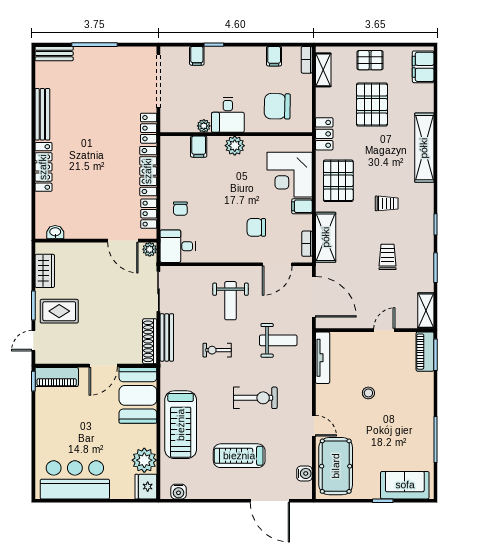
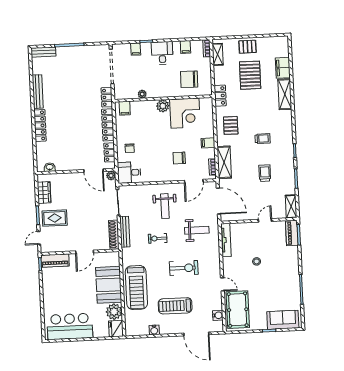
filing cabinet: (423, 67) -> (283, 68), moved
desk: (228, 115) -> (162, 53), moved, turned 180
filing cabinet: (199, 147) -> (125, 108), moved
shelving: (424, 148) -> (285, 94), width x0.68
corner desk: (290, 175) -> (185, 113), moved, turned -90
pallet: (338, 181) -> (231, 125), width x0.67, depth x0.71
booth: (138, 395) -> (109, 285), moved
water cooler: (179, 492) -> (154, 330), moved

